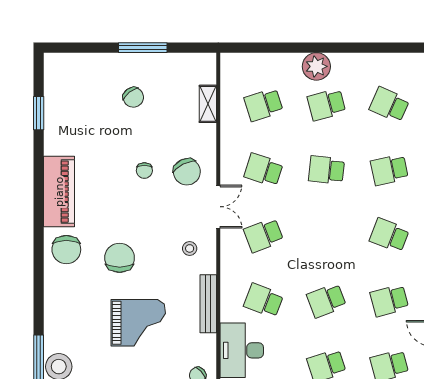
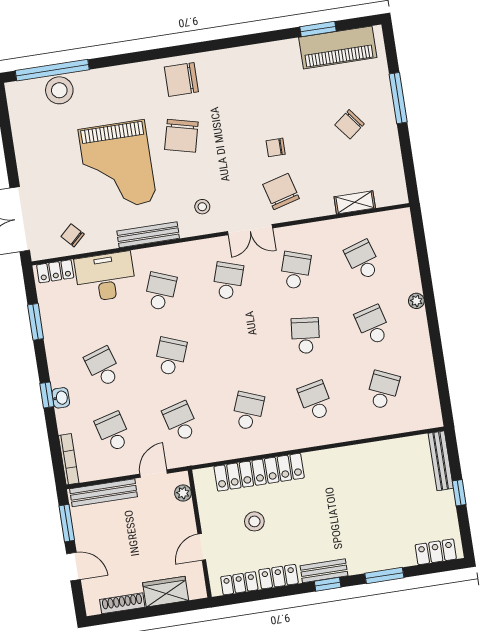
window: (143, 48) -> (398, 98), moved
plant: (316, 66) -> (416, 301), width x0.53, depth x0.53
chair: (187, 172) -> (281, 192), turned 101
piano: (59, 192) -> (338, 47), moved
school desk: (264, 235) -> (228, 281), turned 39
chair: (120, 258) -> (181, 136), turned 104
school desk: (326, 300) -> (170, 356), turned 42
grand piano: (138, 323) -> (117, 165), width x1.37, depth x1.48

